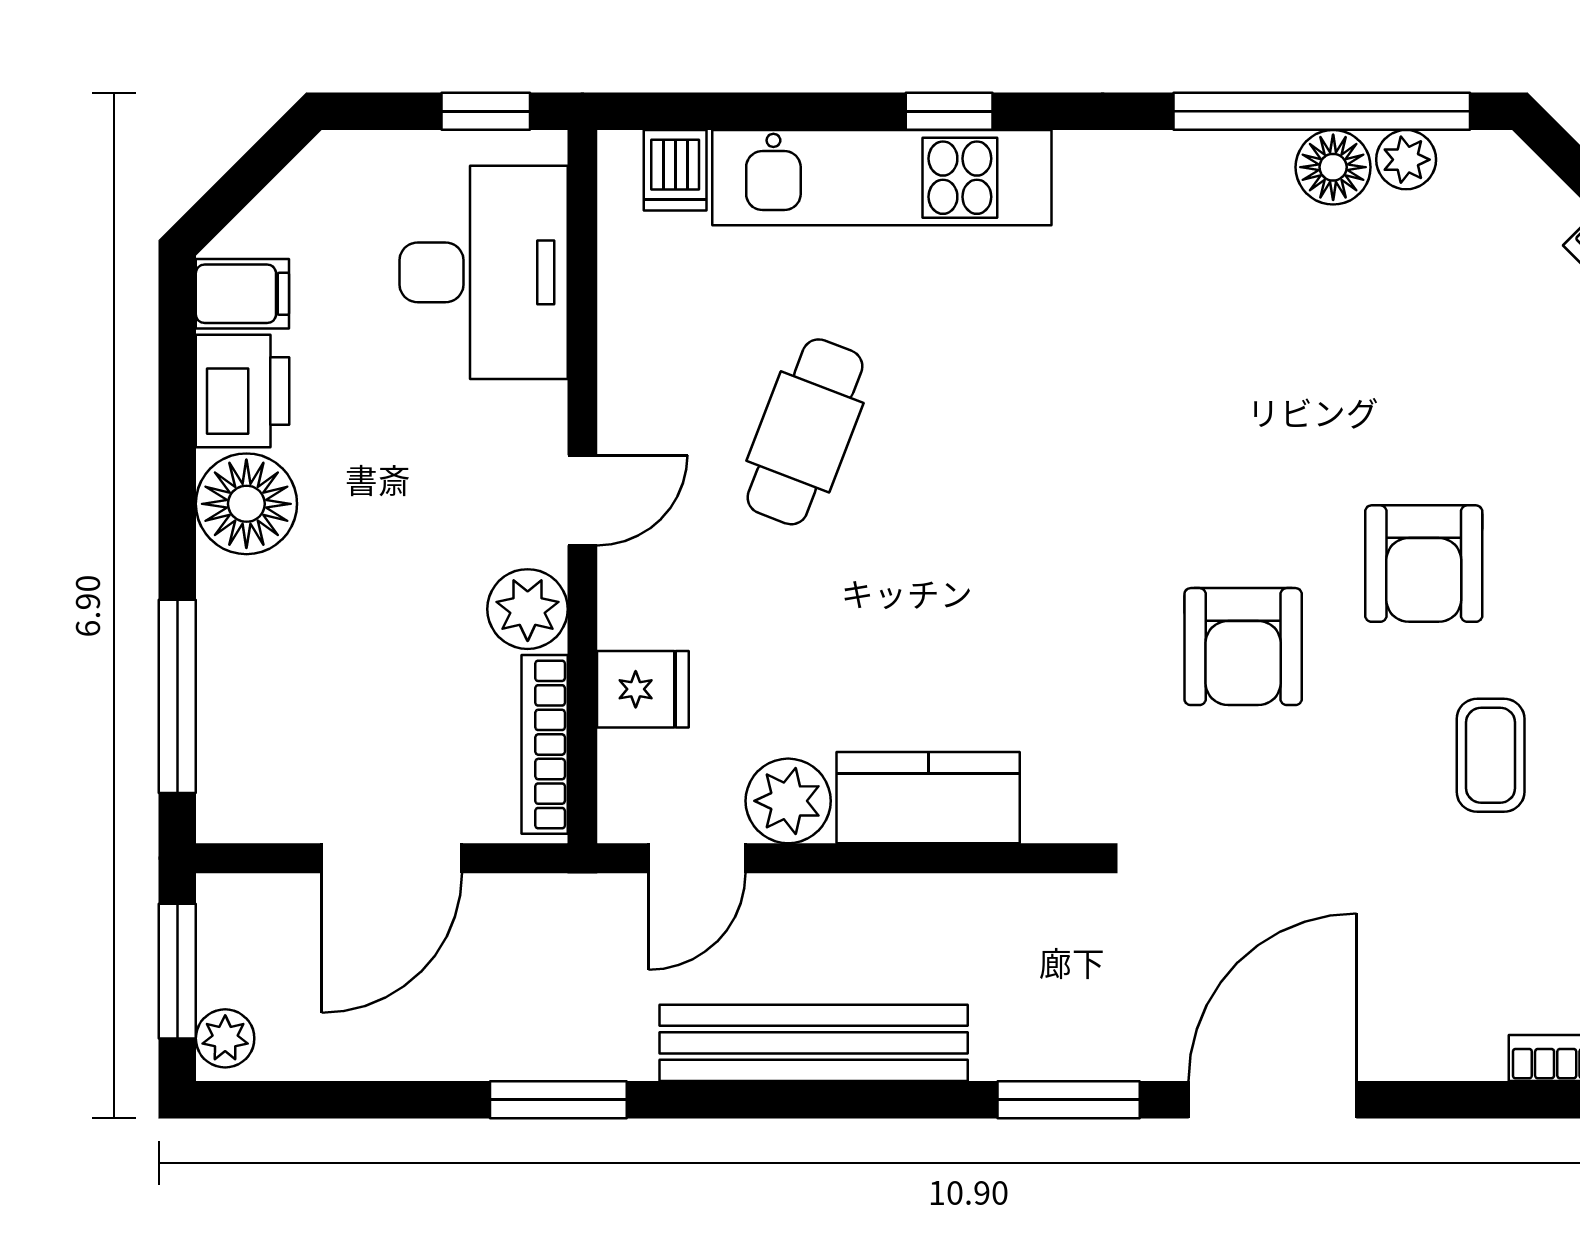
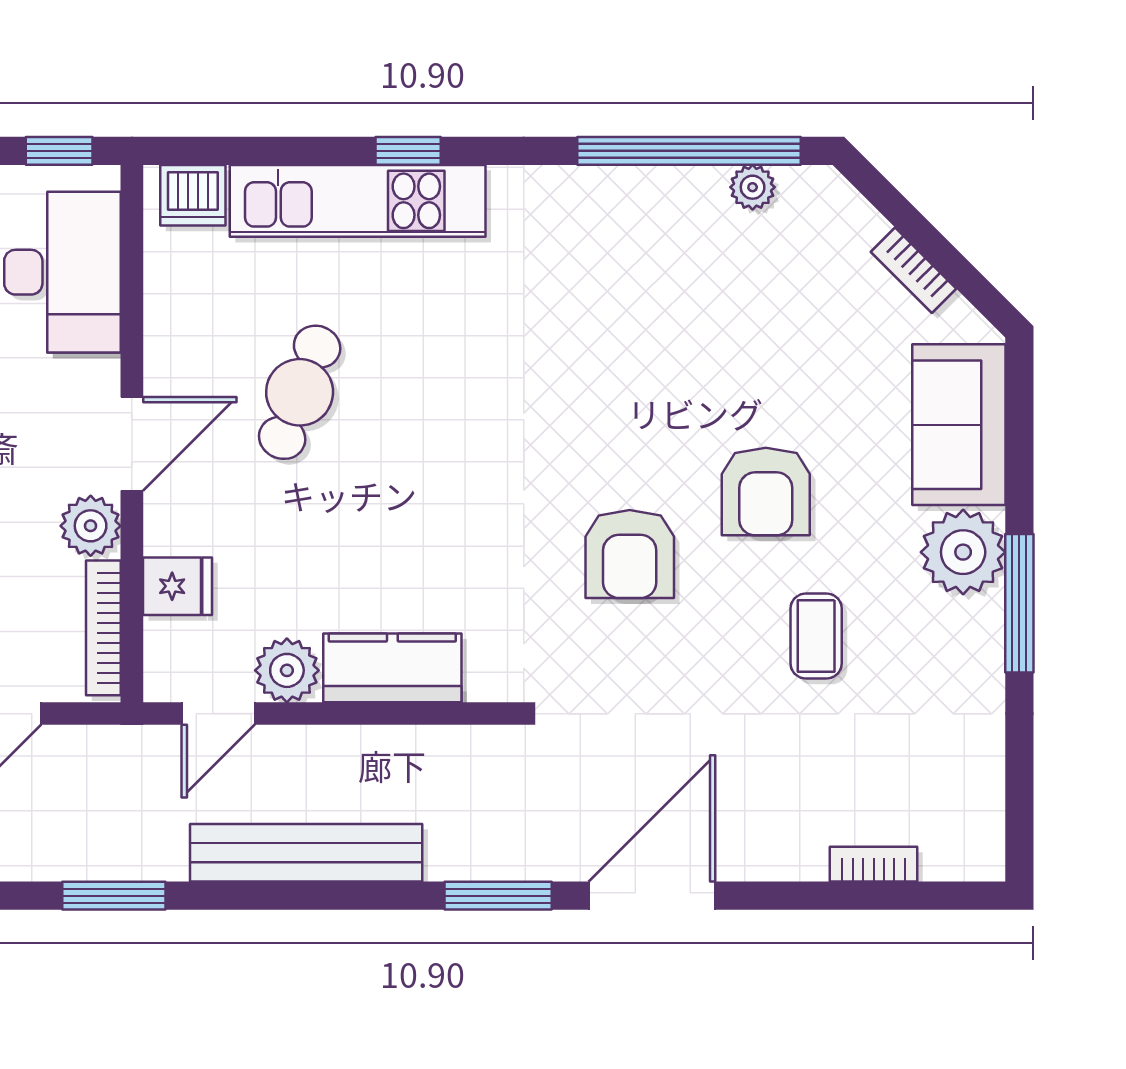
floor lamp: (1333, 167) -> (697, 193), removed
dishwasher: (675, 170) -> (193, 195), width x1.38
door: (582, 500) -> (132, 444), width x1.38

